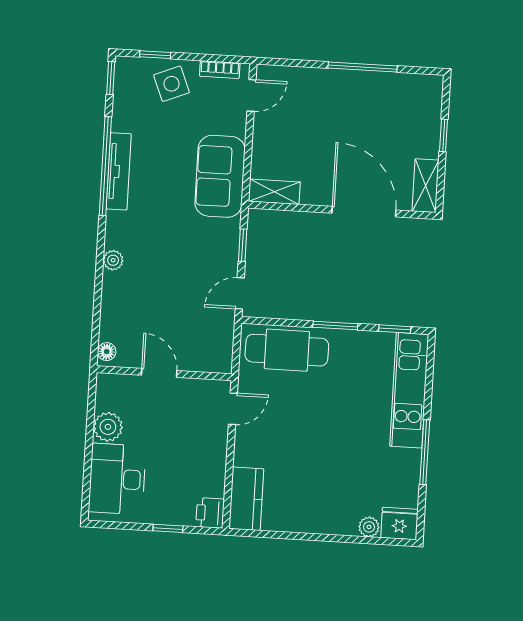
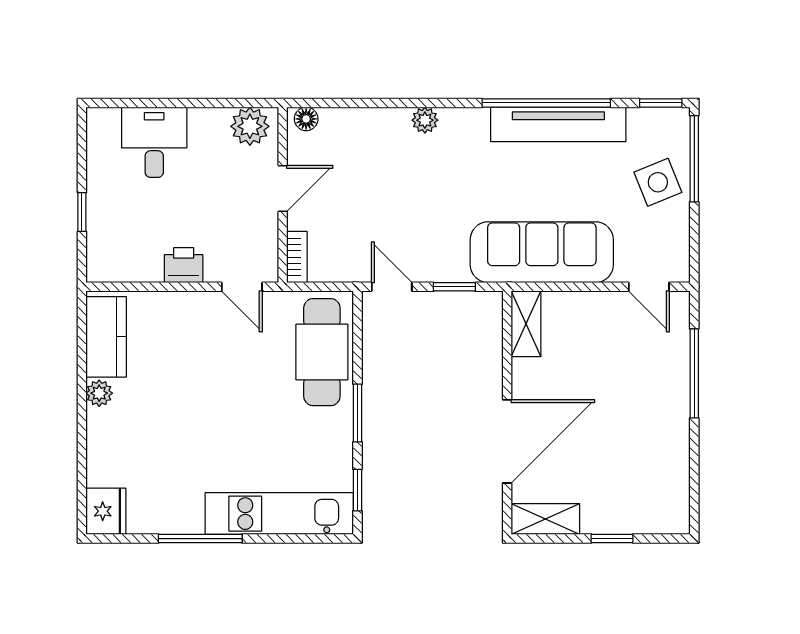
window: (155, 55) -> (694, 159), width x2.17
window: (363, 67) -> (694, 373), moved
bookcase: (220, 70) -> (297, 257), moved, turned 180
tv unit: (119, 171) -> (558, 124), width x1.36, depth x1.29
sofa: (220, 176) -> (542, 252), width x1.36
plant: (108, 427) -> (250, 126), moved
desk: (117, 479) -> (154, 142), width x0.73
kitchen counter: (246, 499) -> (106, 337), moved, turned -90
printer: (210, 513) -> (184, 265), moved
plant: (369, 527) -> (99, 393), moved

